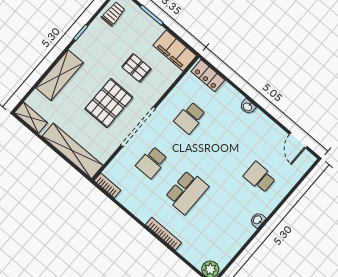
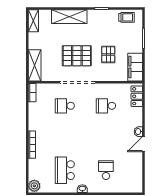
door: (298, 140) -> (143, 144), moved
shelving: (72, 151) -> (35, 65), width x0.68
school desk: (187, 192) -> (65, 170), moved, turned 90

